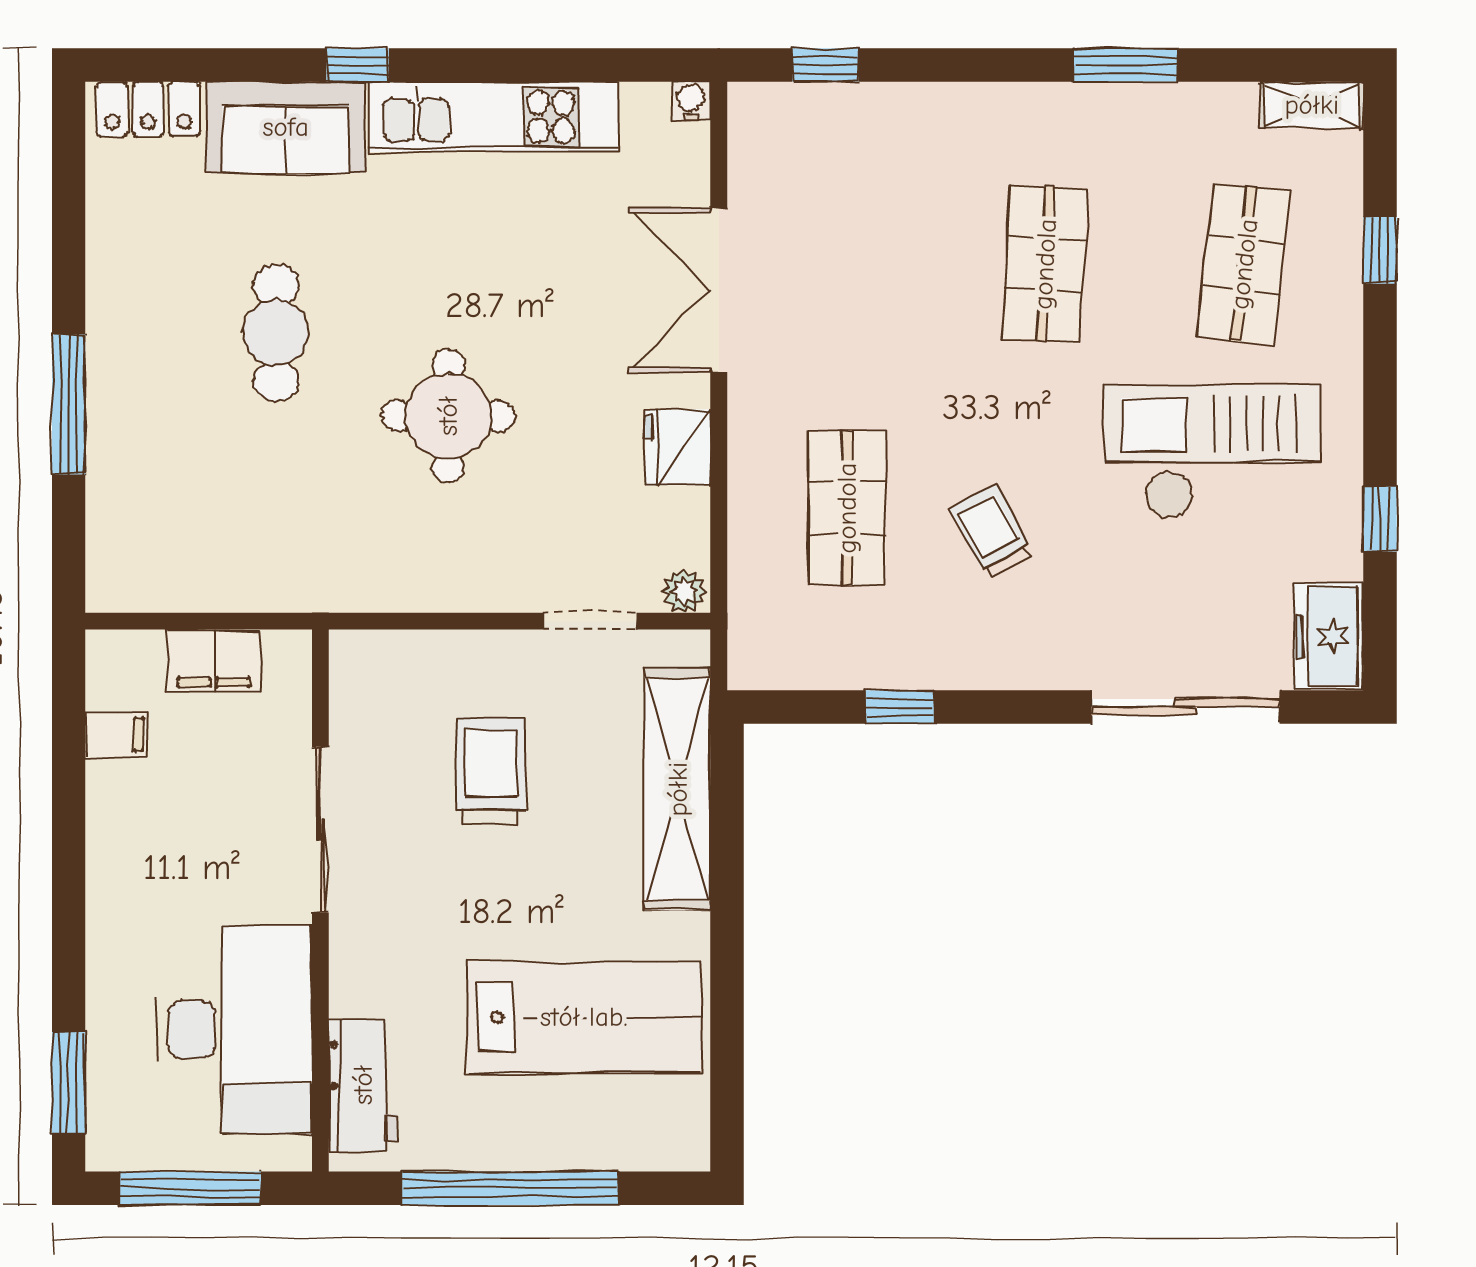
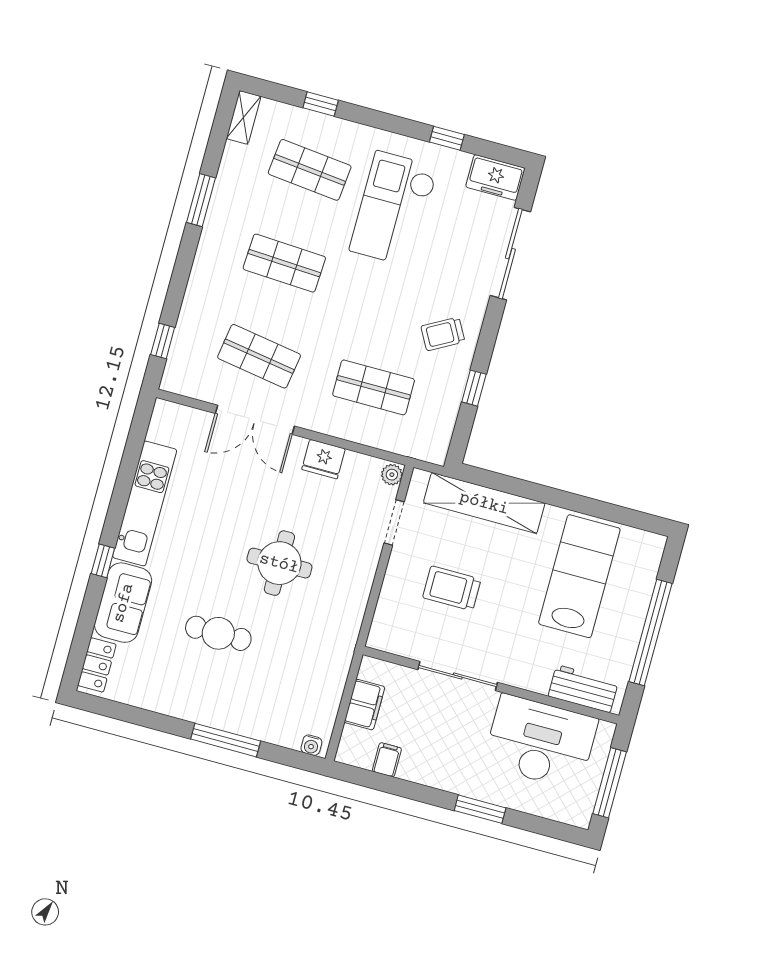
water cooler: (691, 101) -> (311, 745), moved, turned -90
shop shelf: (847, 264) -> (259, 356), added
trolley: (992, 531) -> (443, 334), moved
window: (69, 1083) -> (480, 809), moved

